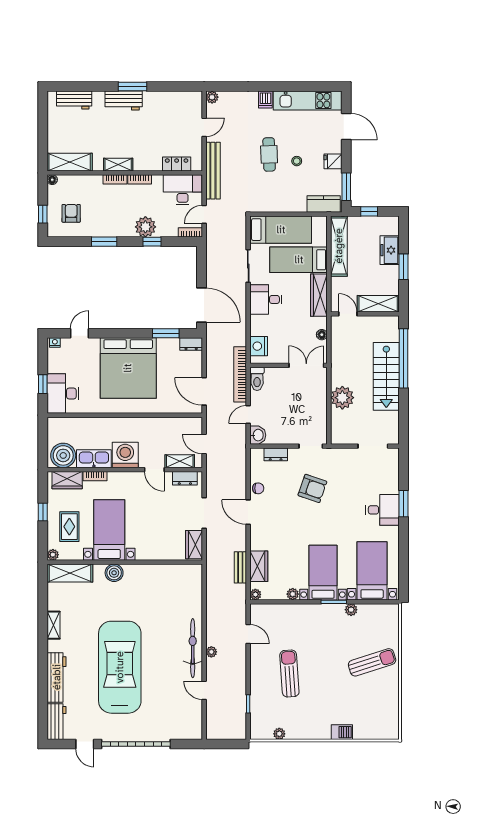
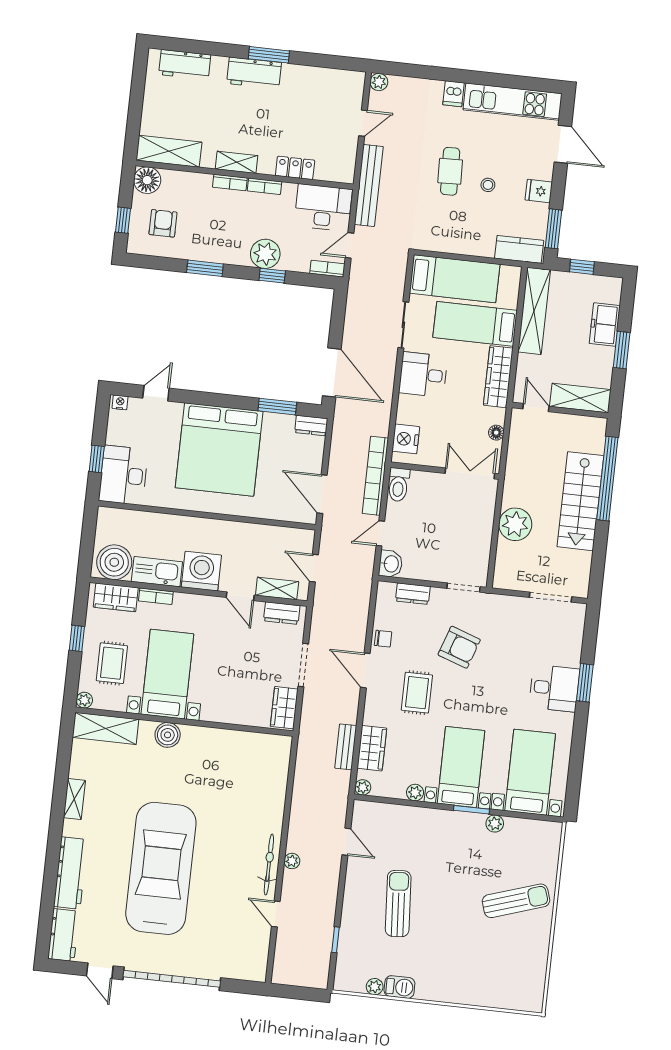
locker: (177, 164) -> (295, 168), moved
floor lamp: (52, 180) -> (147, 180), width x1.89, depth x1.89
rug: (286, 524) -> (417, 693), added
bicycle: (193, 648) -> (269, 865), width x0.73, depth x0.71
barbecue: (342, 732) -> (399, 987), moved

